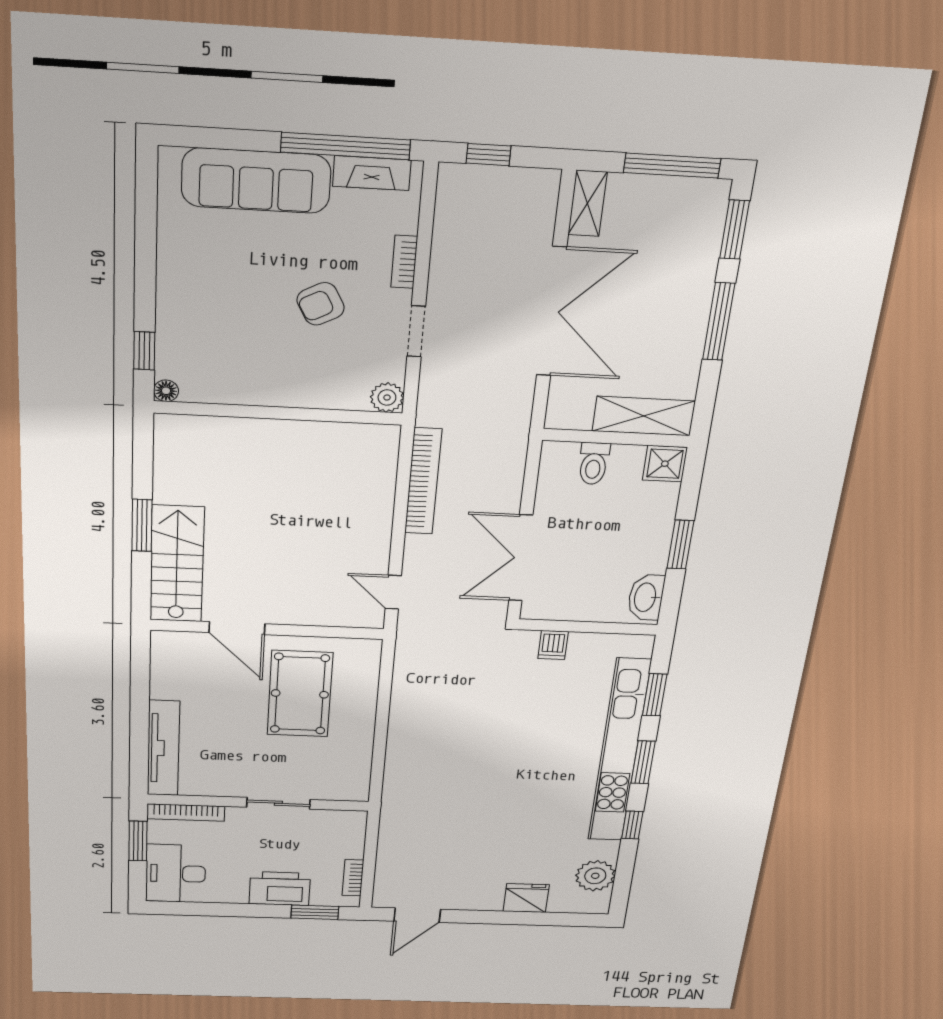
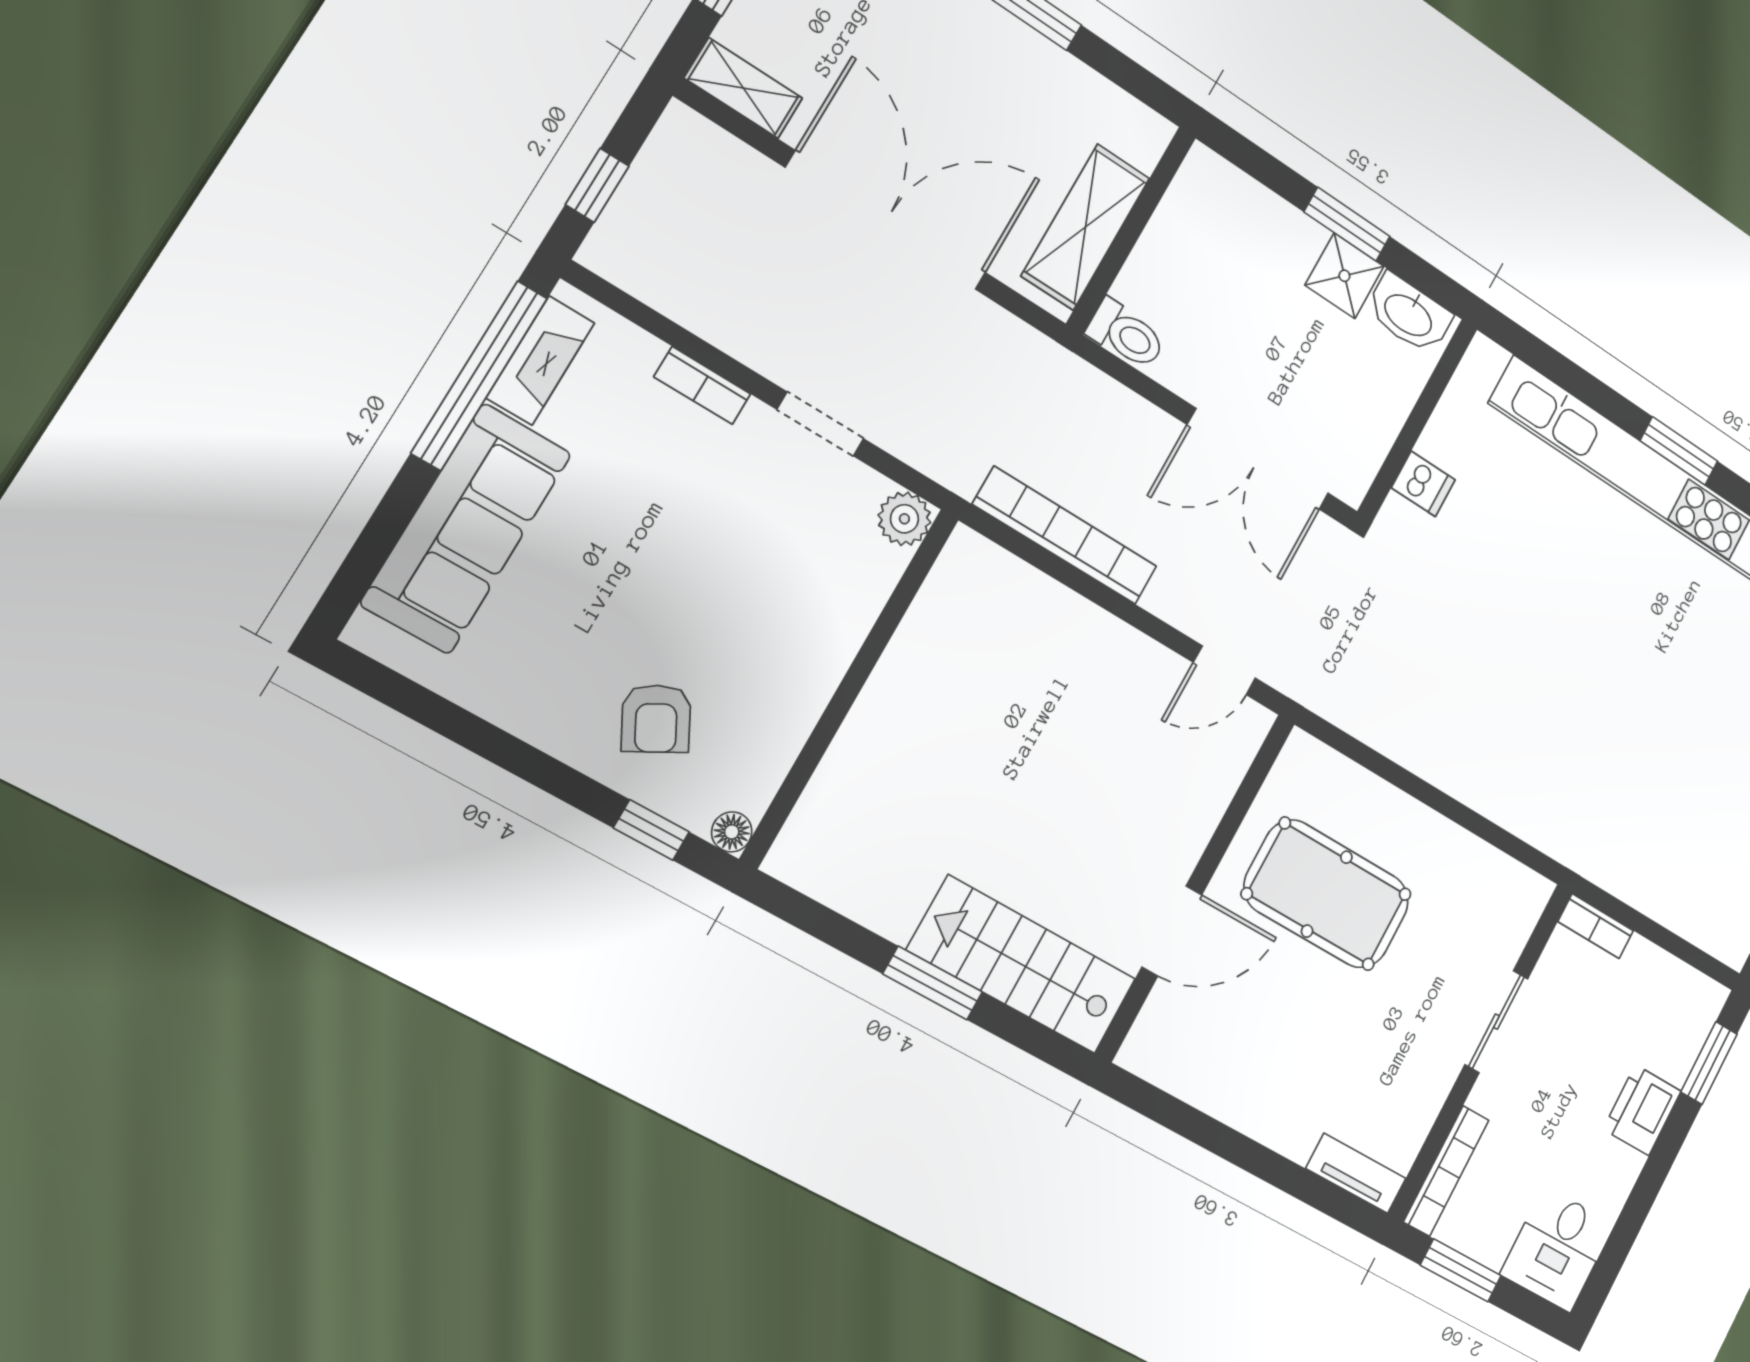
armchair: (321, 304) -> (656, 719), moved
shelving: (644, 416) -> (1086, 227), moved
toilet: (594, 464) -> (1126, 334), moved
shower: (665, 464) -> (1344, 276), moved
window: (655, 695) -> (1575, 380), removed
tv unit: (163, 748) -> (1356, 1173), width x0.52, depth x0.78
desk: (176, 873) -> (1557, 1249), width x0.73
bookcase: (353, 878) -> (1596, 926), moved
printer: (280, 889) -> (1642, 1110), width x0.73, depth x0.84

